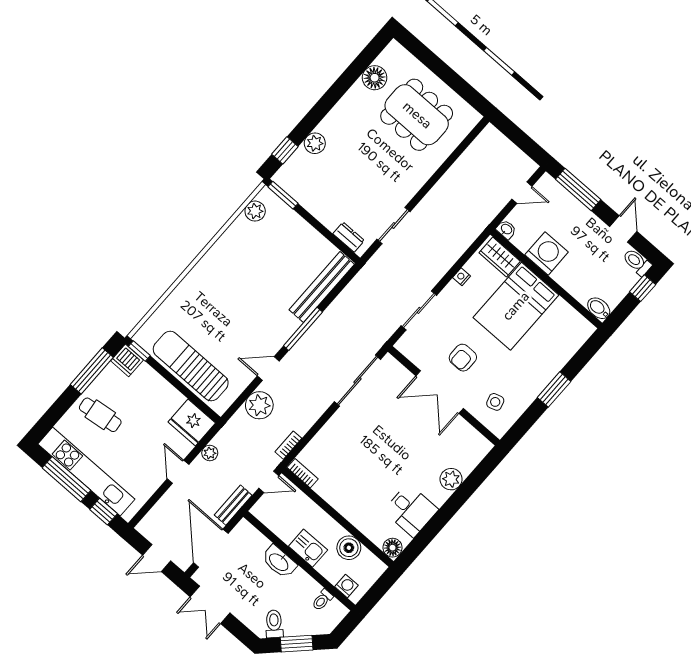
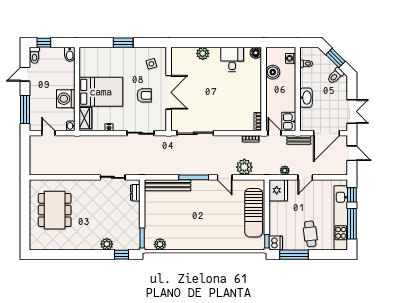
floor lamp: (375, 78) -> (55, 243), removed
kitchen sink: (308, 548) -> (289, 122), moved

